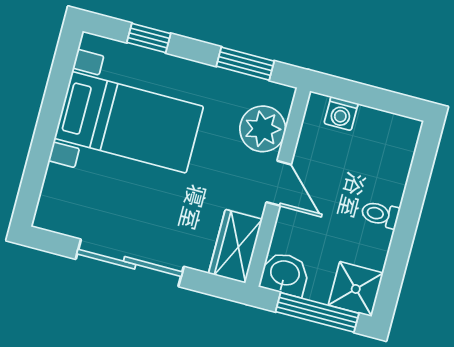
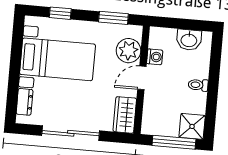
washing machine: (341, 114) -> (155, 57), moved, turned -90
door: (279, 183) -> (142, 78), swing flipped
dresser: (54, 190) -> (25, 102), added
washbasin: (285, 274) -> (189, 40), moved, turned 180

